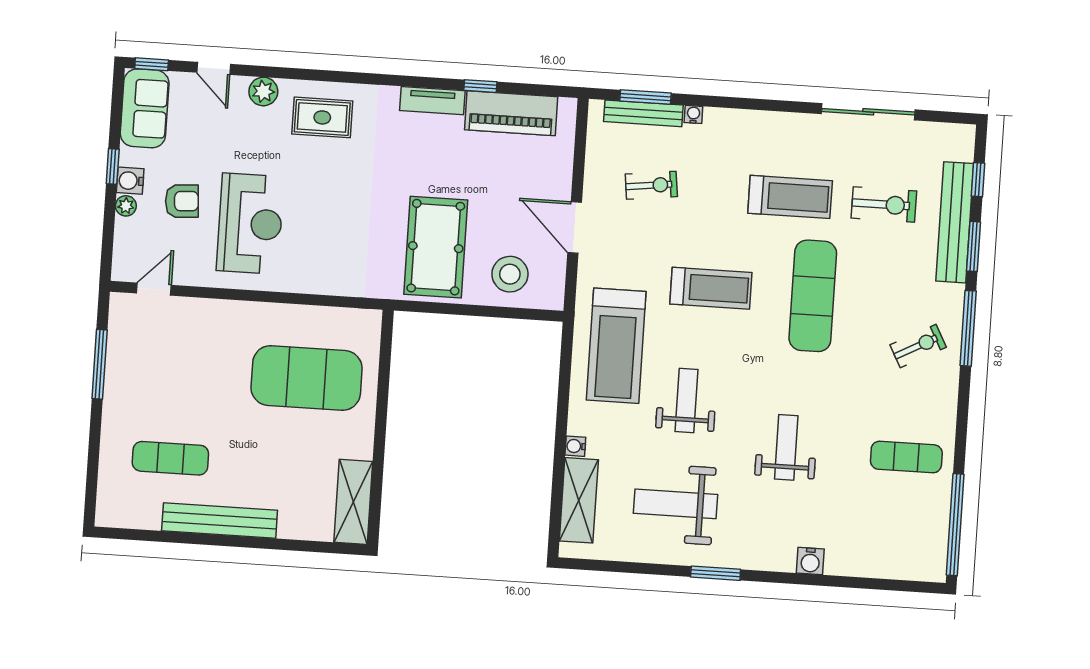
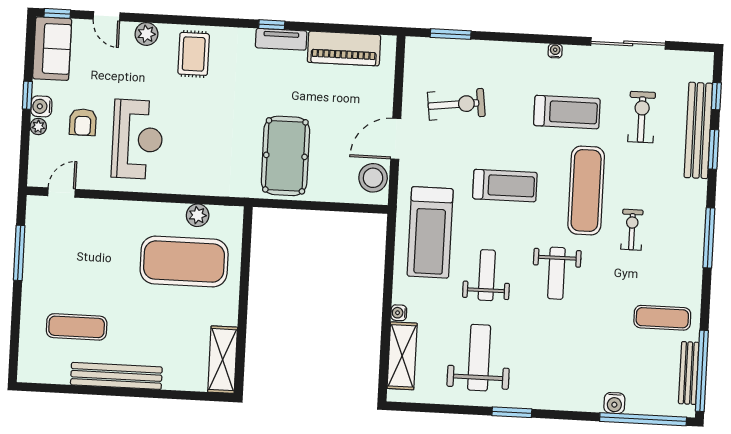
window: (480, 86) -> (272, 25), moved
bench: (643, 113) -> (689, 373), moved, turned 90
water cooler: (693, 114) -> (555, 51), moved
rug: (322, 117) -> (194, 54), turned 90
exercise bike: (651, 185) -> (456, 104), width x1.38, depth x1.39
armchair: (182, 201) -> (83, 122), turned 94
exercise bike: (884, 205) -> (642, 117), turned -90
door: (575, 227) -> (396, 139), hinge flipped
stool: (510, 274) -> (373, 178), moved
plant: (324, 320) -> (198, 215), added
window: (968, 328) -> (709, 238), moved
exercise bike: (918, 346) -> (632, 230), moved, turned -62
weight bench: (786, 447) -> (556, 273), moved, turned 180
weight bench: (675, 504) -> (479, 358), turned 90
water cooler: (810, 561) -> (614, 403), moved
window: (880, 584) -> (643, 419), added

